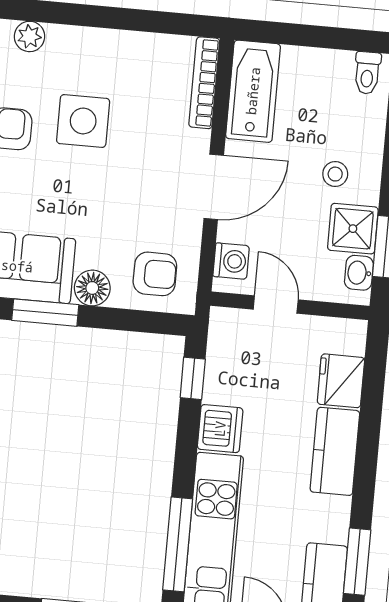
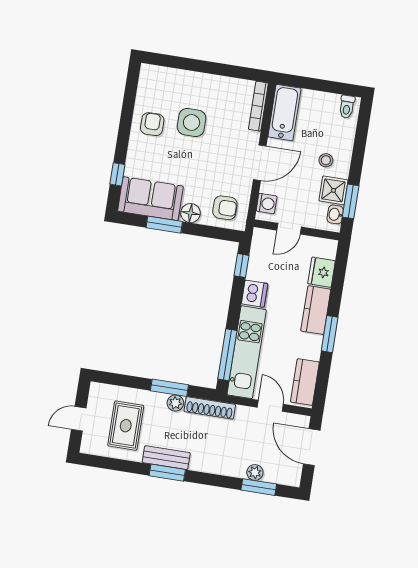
plant: (29, 36) -> (166, 75), removed
door: (276, 305) -> (289, 229), swing flipped
window: (357, 562) -> (330, 334), moved

